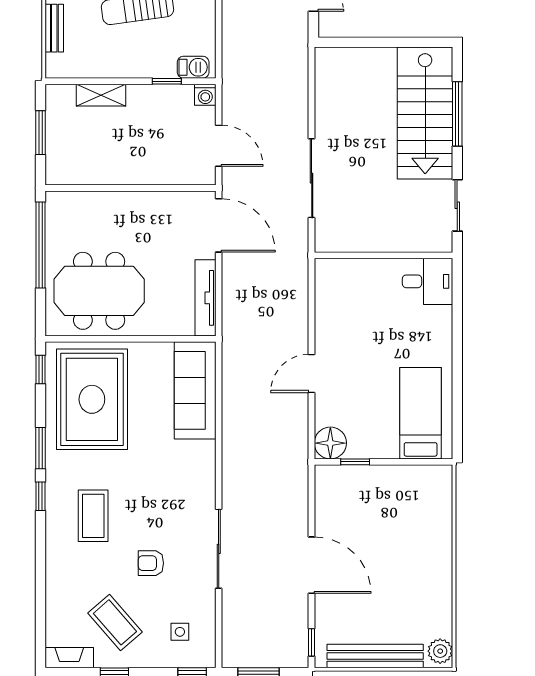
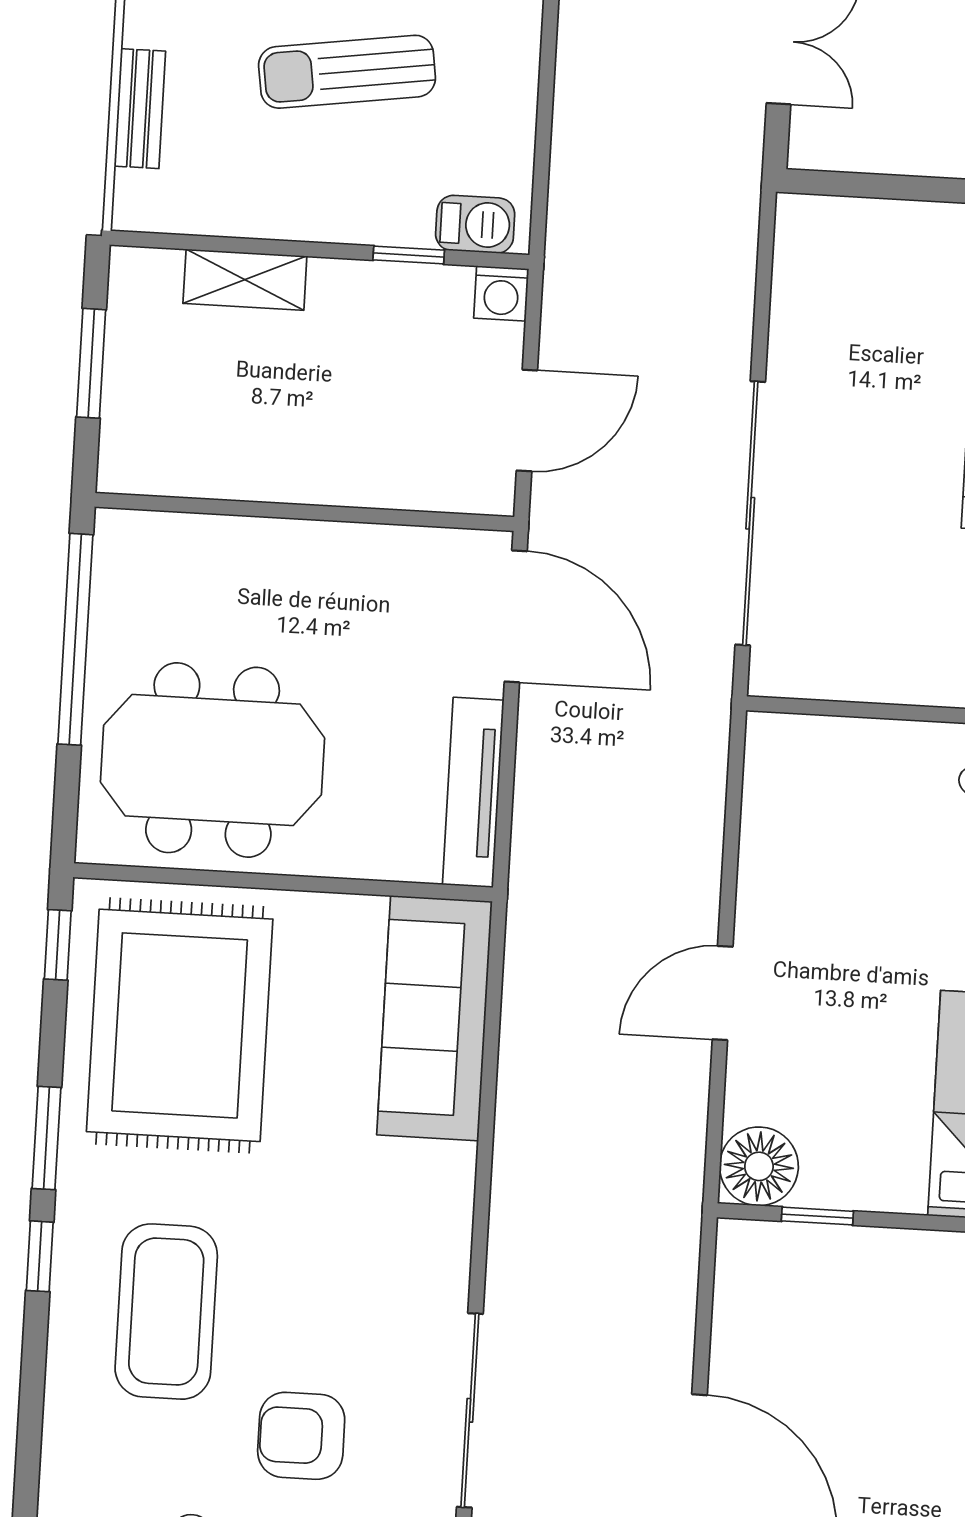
door: (219, 146) -> (527, 421), hinge flipped
sliding door: (312, 178) -> (750, 513), width x1.36
coffee table: (93, 516) -> (166, 1312), width x1.36, depth x1.32
armchair: (151, 563) -> (301, 1436), width x1.38, depth x1.38

